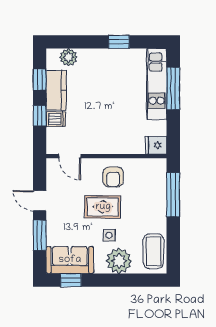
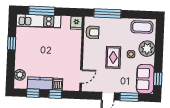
armchair: (113, 177) -> (92, 32), moved

